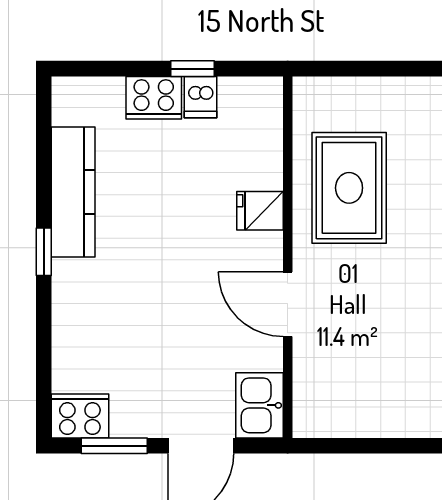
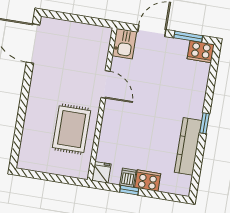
fridge: (260, 211) -> (101, 172), moved, turned -90

